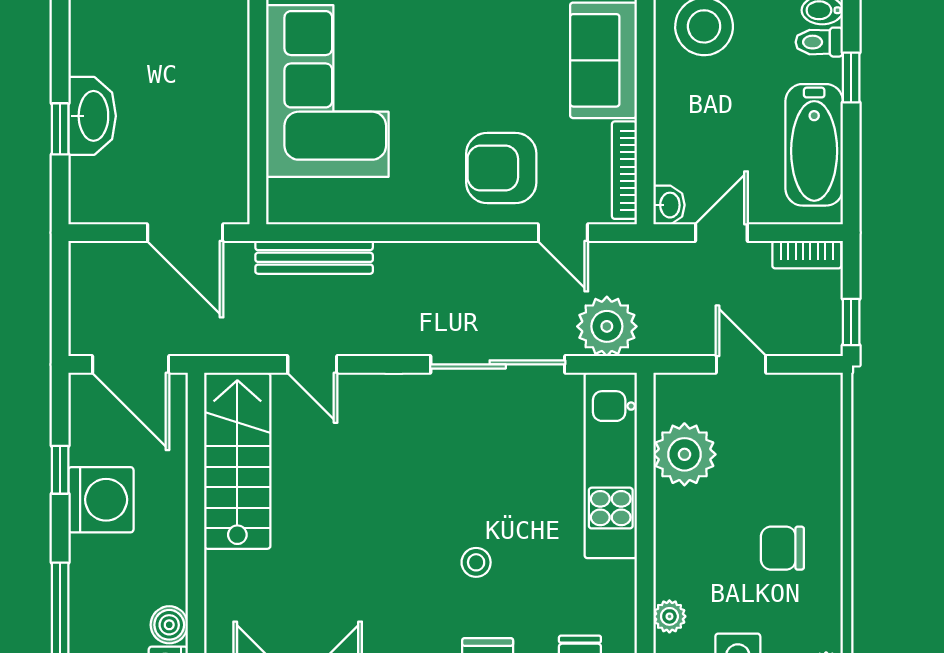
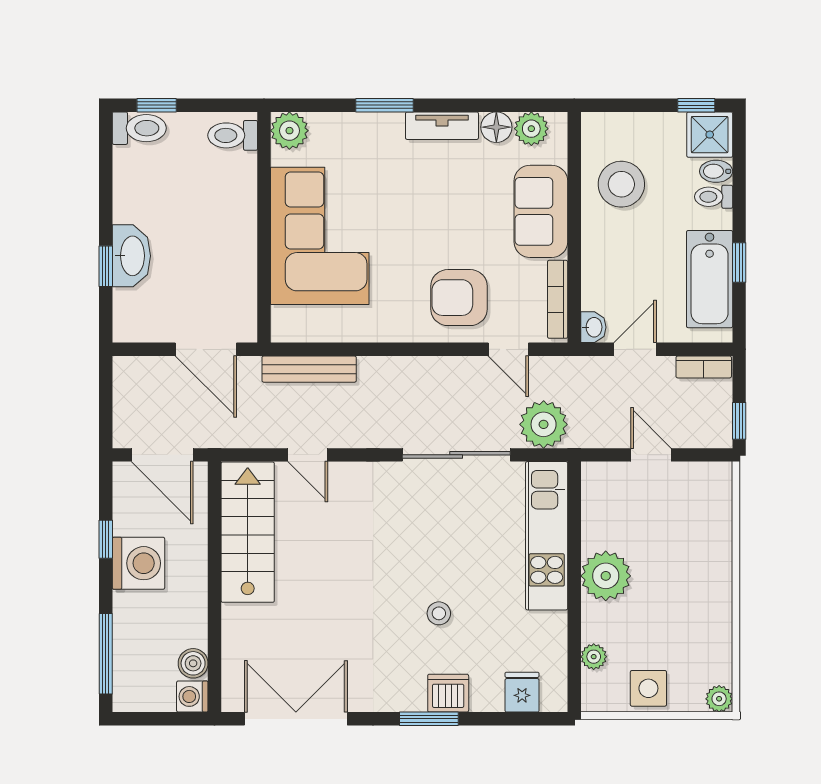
window: (851, 78) -> (739, 263), moved
plant: (684, 454) -> (606, 576), moved
chair: (782, 548) -> (684, 602), removed

